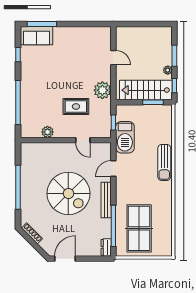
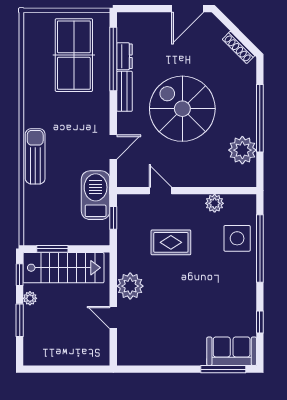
plant: (102, 90) -> (130, 286), moved
side table: (33, 109) -> (237, 238), added
plant: (29, 167) -> (242, 150), added
bench: (106, 200) -> (124, 91), width x0.73
dresser: (106, 247) -> (124, 56), moved

